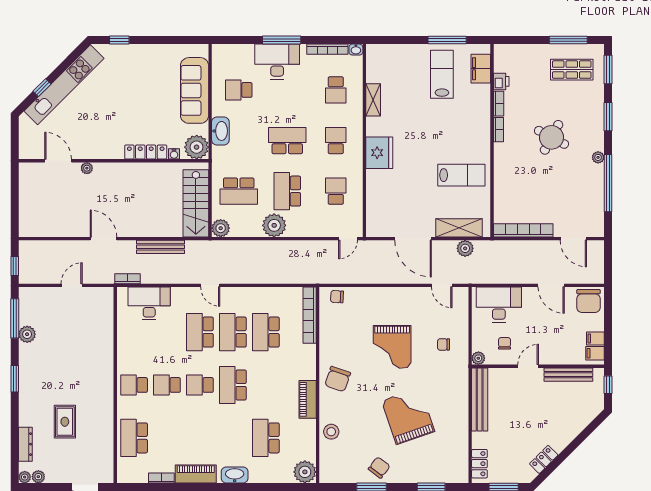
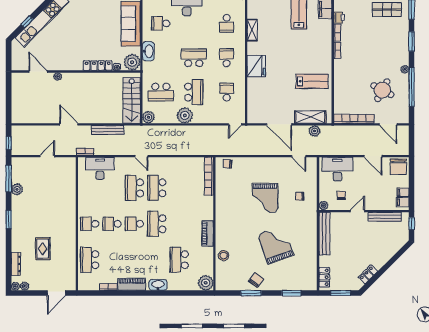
round table: (552, 137) -> (382, 90), moved
school desk: (287, 191) -> (194, 92), turned 180
school desk: (266, 332) -> (179, 188), removed
chair: (338, 379) -> (228, 220), removed

